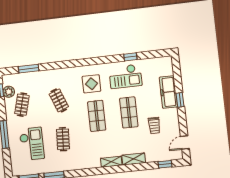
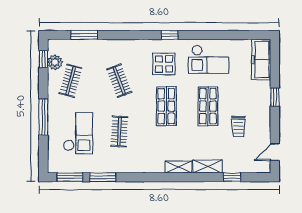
window: (130, 57) -> (170, 35), moved
freezer: (168, 92) -> (261, 60), moved
window: (165, 164) -> (232, 177), moved

